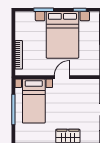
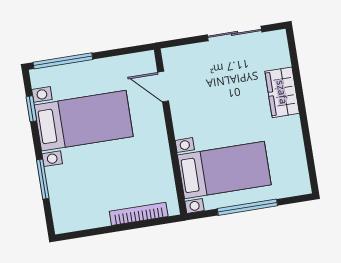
bed with nightstands: (62, 35) -> (84, 121), width x0.73
door: (62, 77) -> (163, 87), moved

